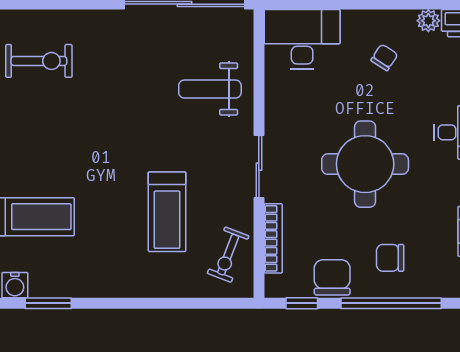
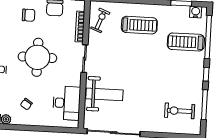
desk: (302, 39) -> (67, 103), moved, turned -90
weight bench: (210, 89) -> (104, 94), width x1.36, depth x1.33
treadmill: (167, 212) -> (139, 25), moved, turned 90

